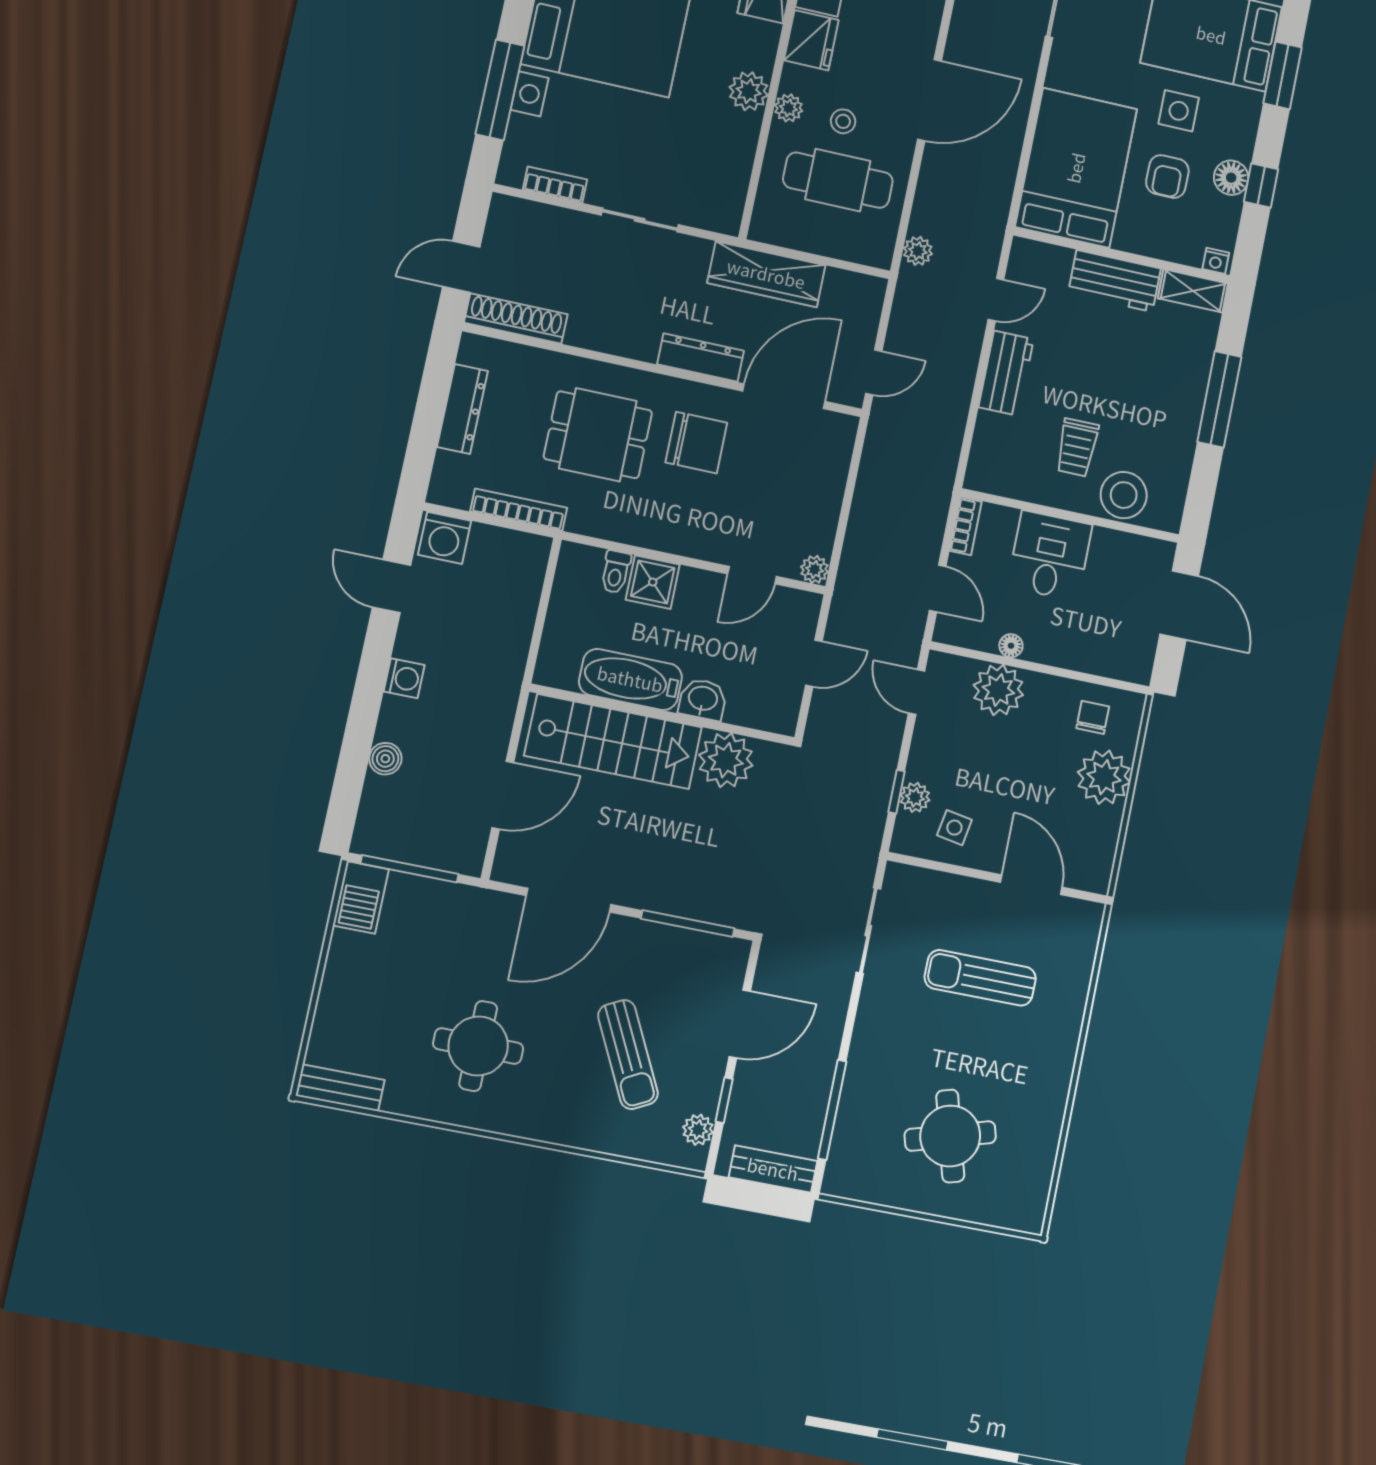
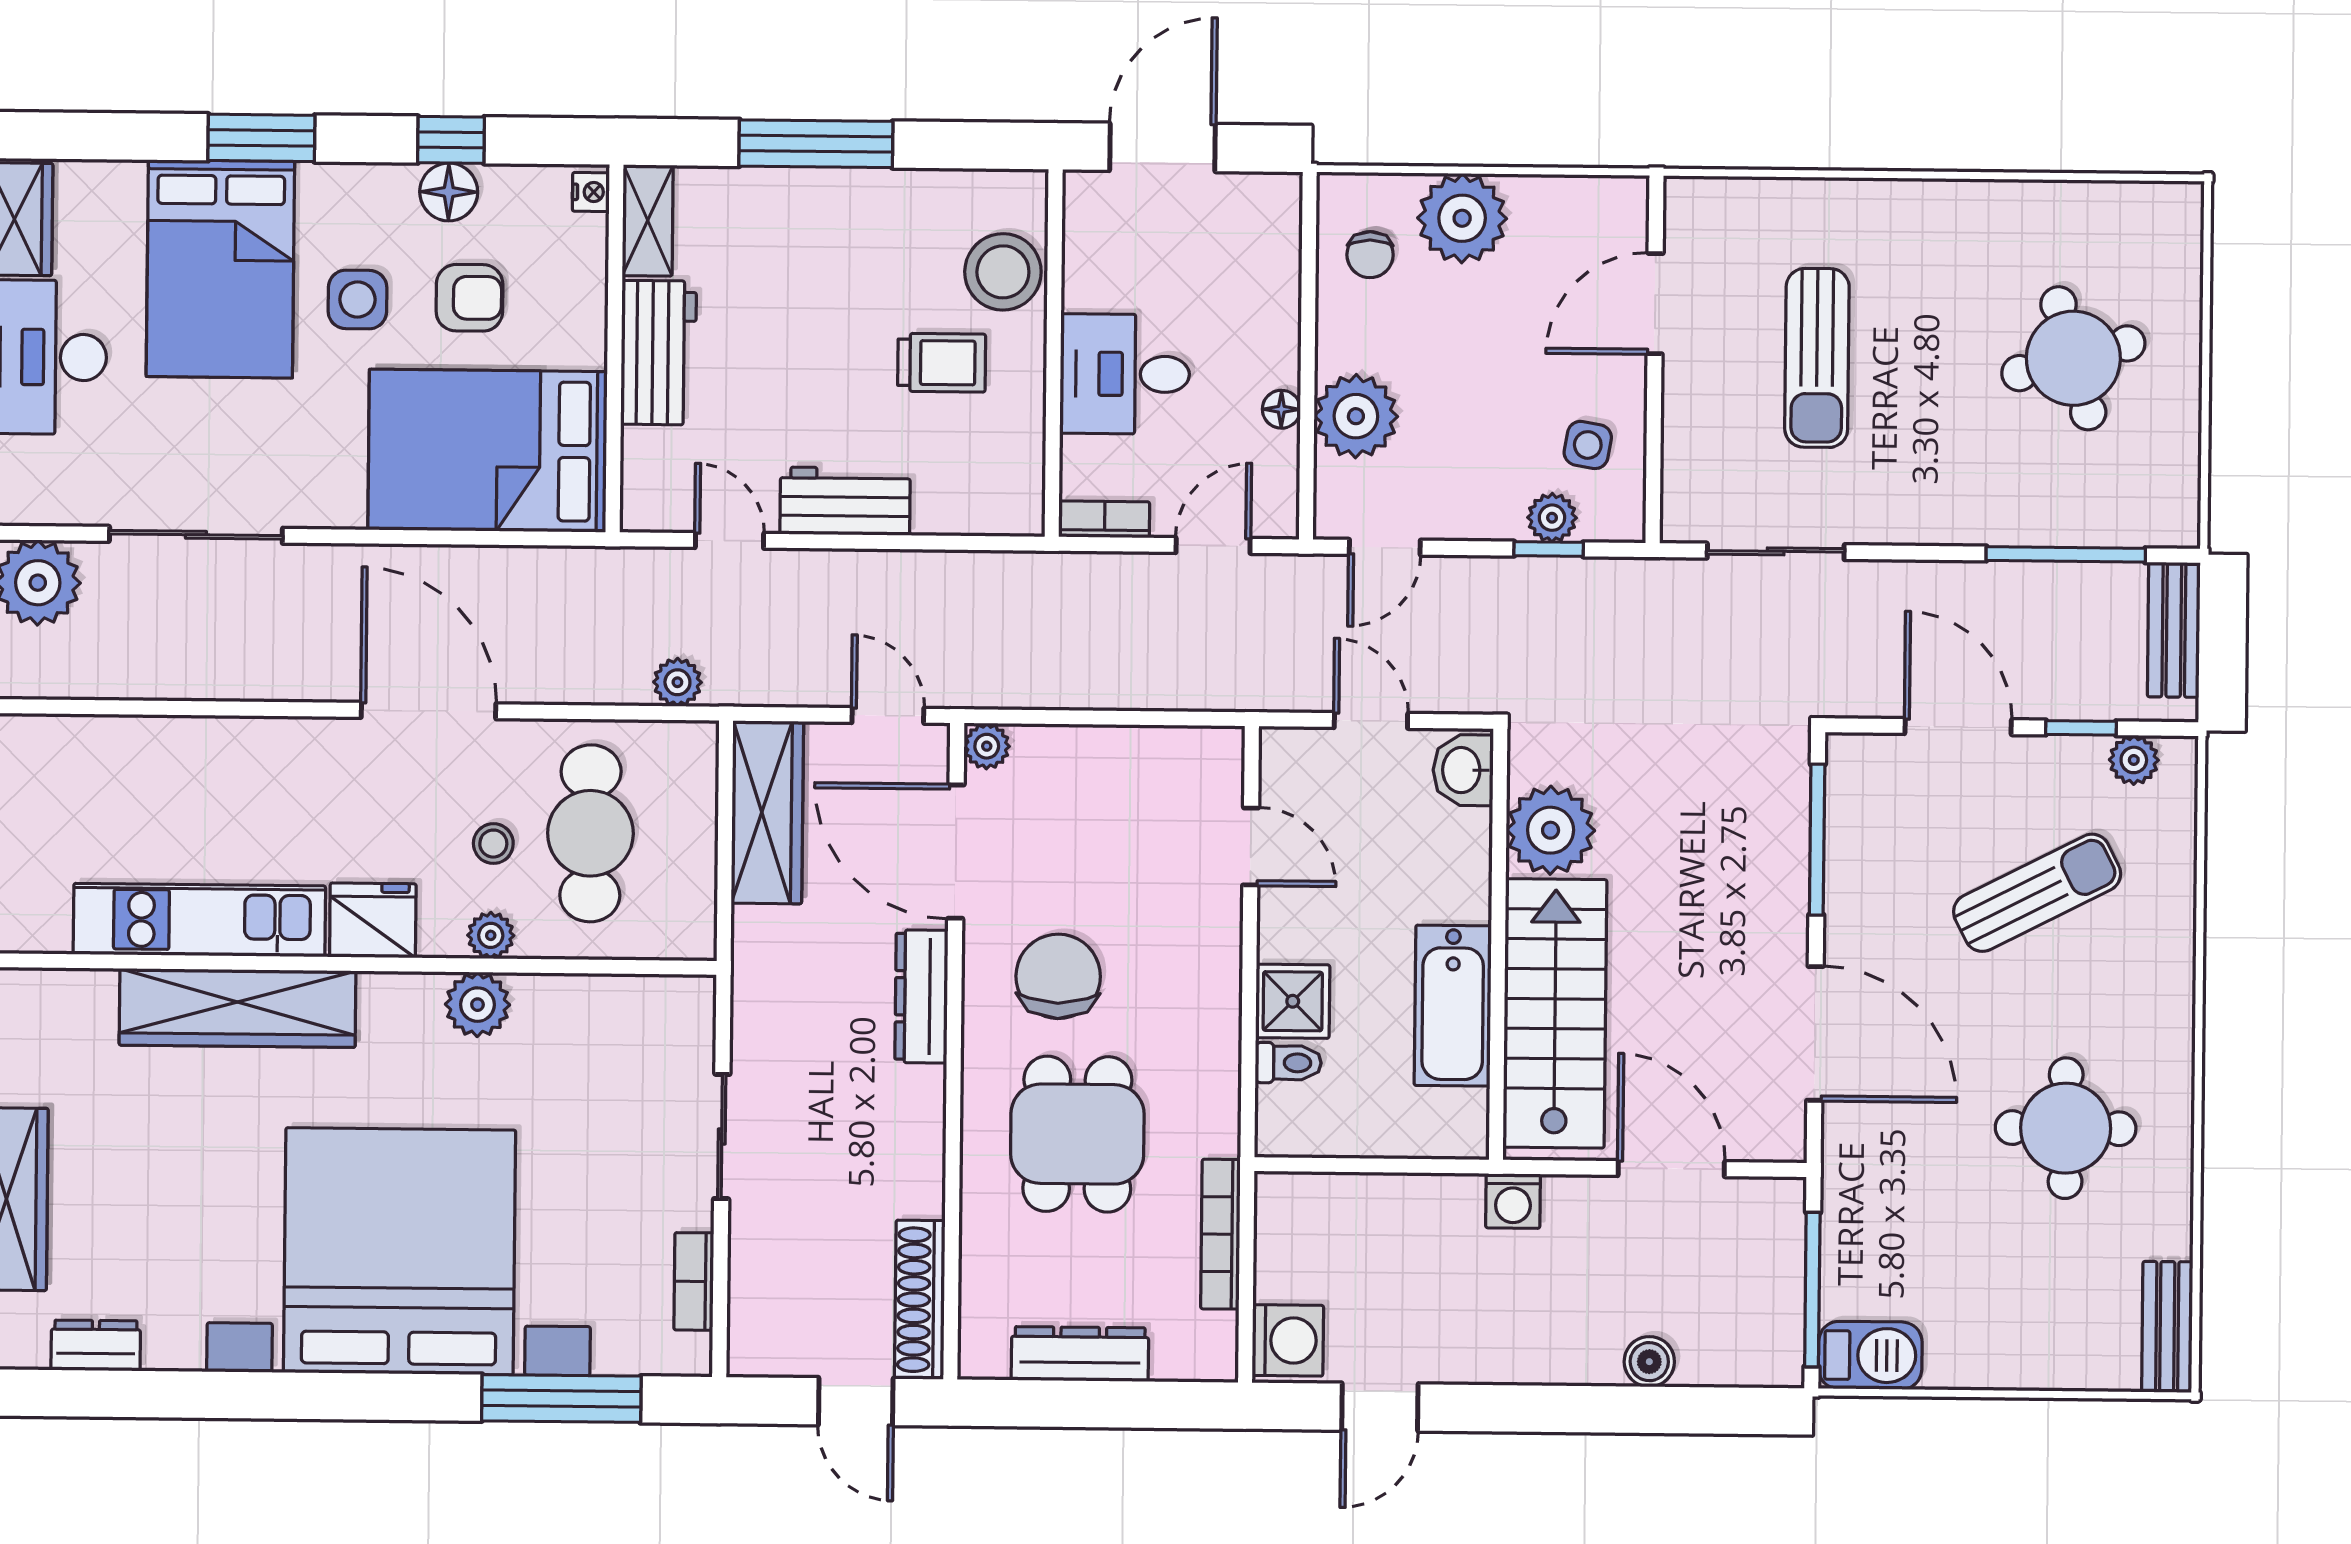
wardrobe: (766, 274) -> (767, 812), moved
plant: (815, 569) -> (987, 746), moved
washing machine: (404, 678) -> (1513, 1201), moved, turned 180
washbasin: (703, 699) -> (1463, 770), moved
chair: (1093, 717) -> (1370, 255), turned -90

